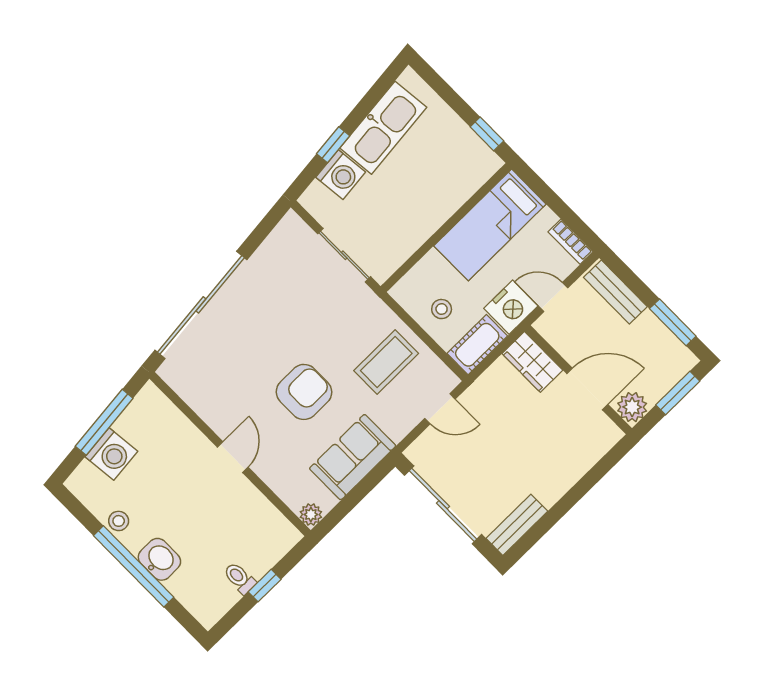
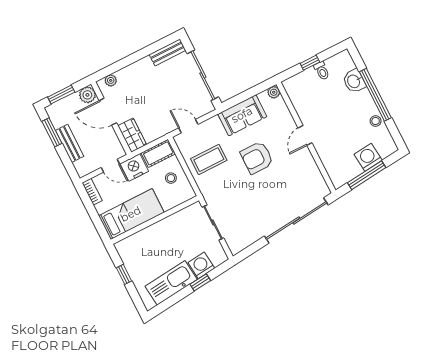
window: (487, 134) -> (124, 274), moved
bench: (615, 292) -> (70, 143), moved
plant: (600, 445) -> (111, 80), added
washbasin: (159, 559) -> (354, 81), moved

